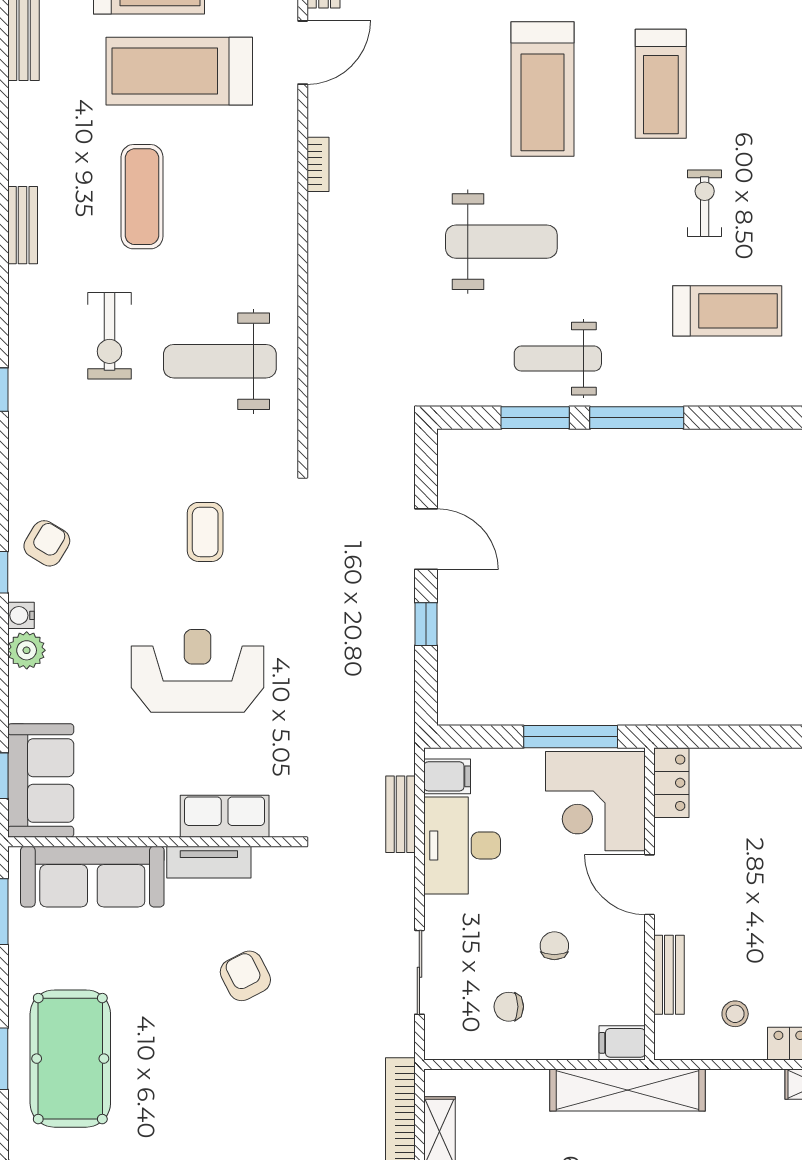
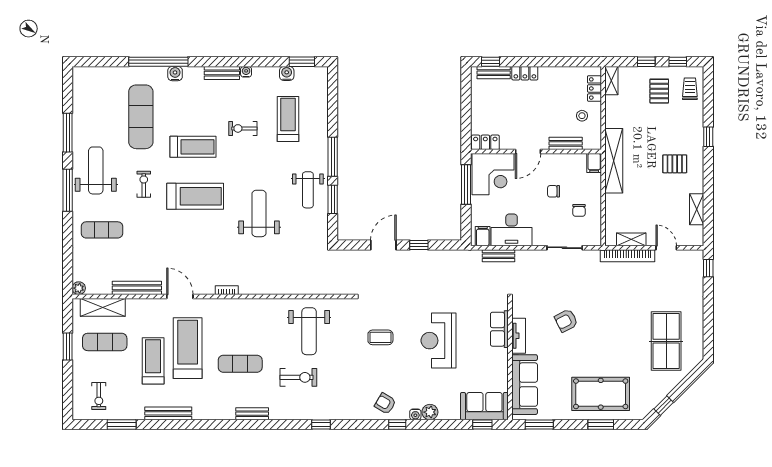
treadmill: (179, 71) -> (188, 348), turned 180

